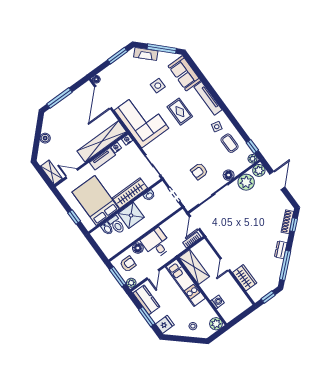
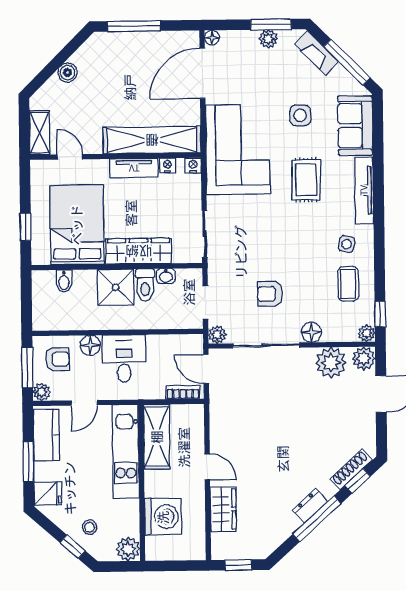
plant: (121, 63) -> (268, 39), added
plant: (189, 205) -> (217, 335), added
door: (195, 223) -> (206, 369), hinge flipped
toilet: (117, 225) -> (145, 285), moved
door: (225, 264) -> (207, 467), swing flipped
window: (285, 265) -> (317, 519), moved
washing machine: (217, 302) -> (163, 517), width x1.89, depth x1.89
window: (192, 340) -> (73, 547), added

